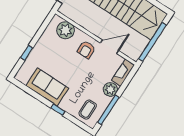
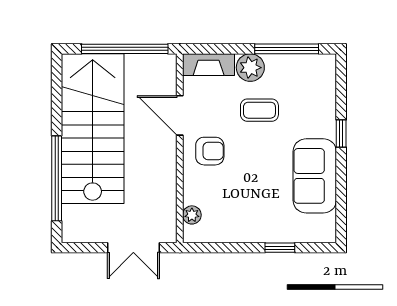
plant: (66, 30) -> (192, 215), width x0.53, depth x0.53
coffee table: (88, 110) -> (259, 110), moved

